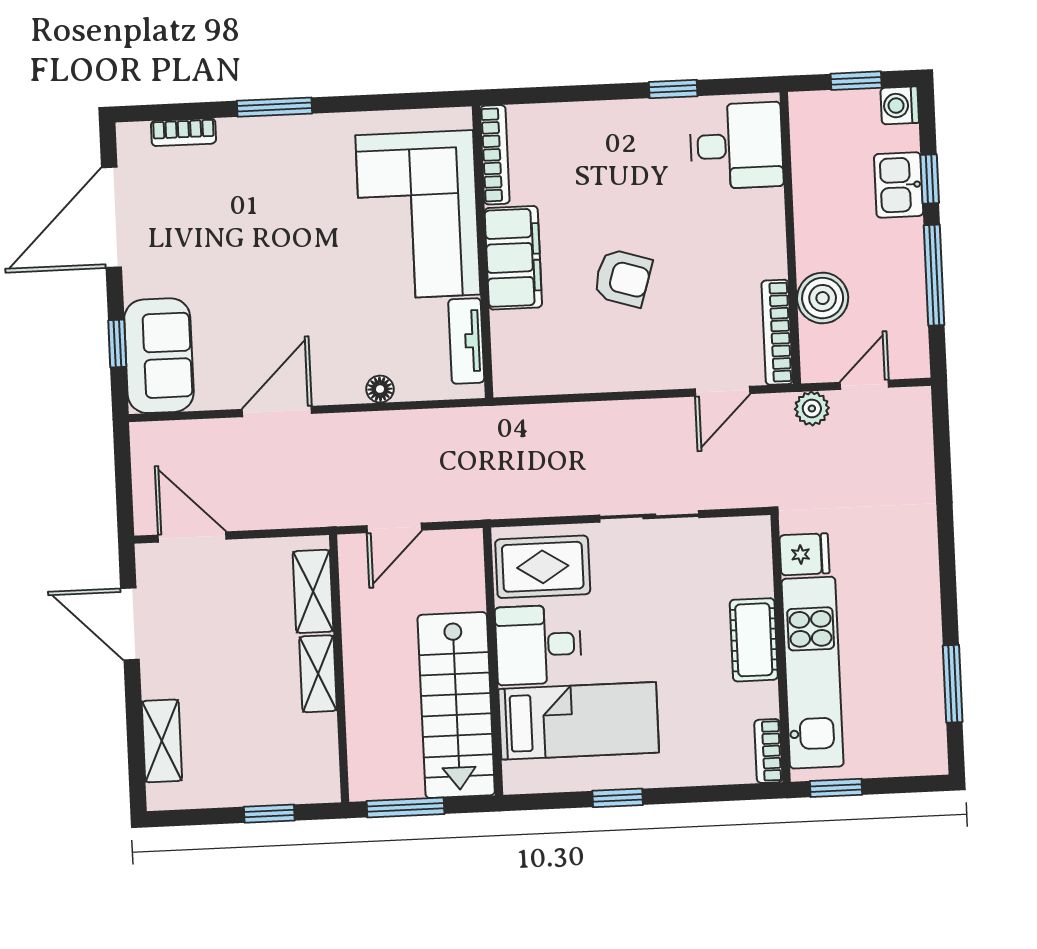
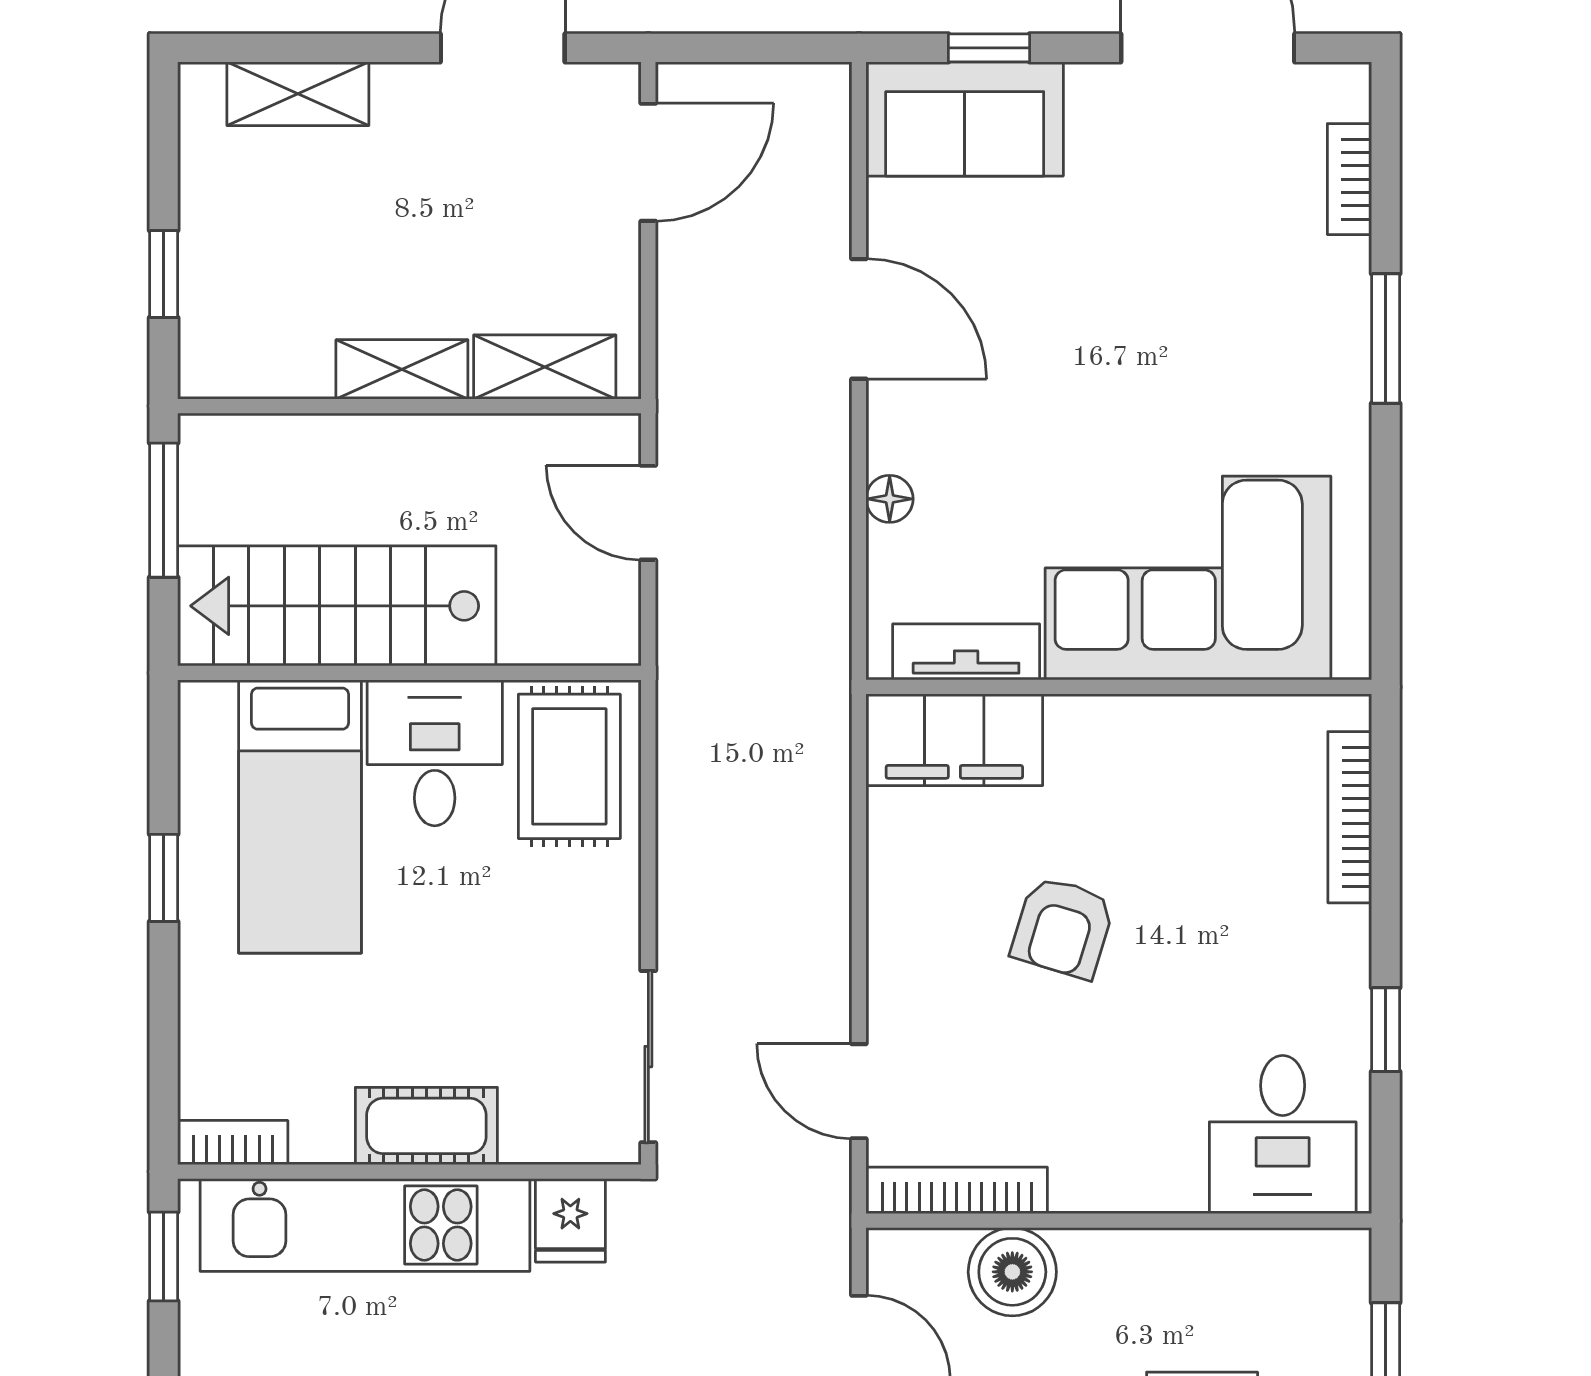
bookcase: (495, 155) -> (1350, 817), moved, turned 90
filing cabinet: (513, 258) -> (954, 740), moved
plant: (812, 408) -> (822, 1245), removed
sliding door: (649, 516) -> (648, 1057), moved

